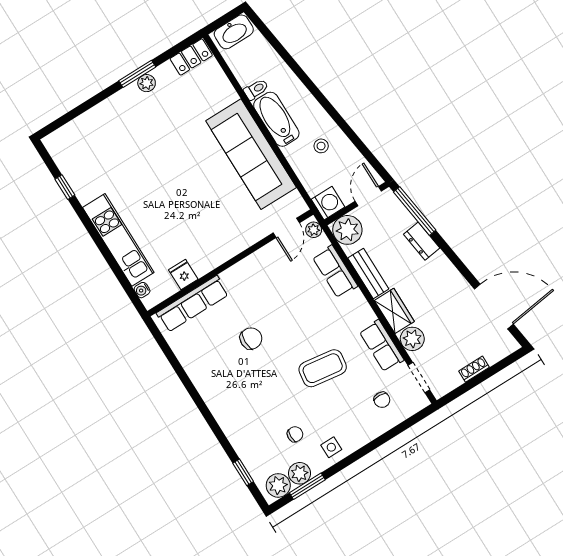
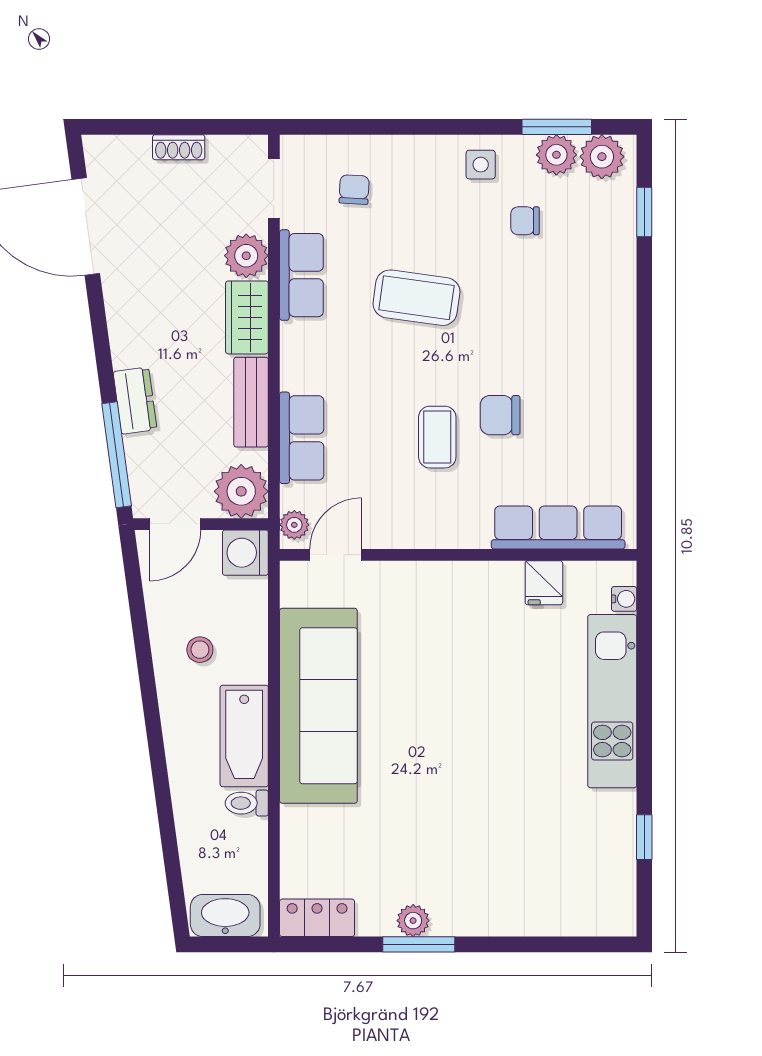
coffee table: (273, 311) -> (437, 437), added

